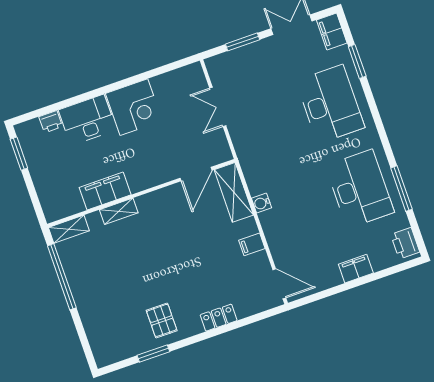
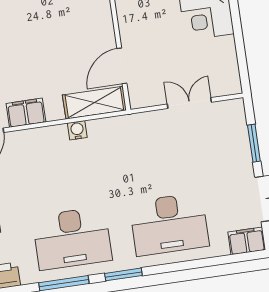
window: (357, 61) -> (123, 274), moved
door: (196, 174) -> (122, 66), hinge flipped
filing cabinet: (252, 244) -> (26, 113), width x2.00

